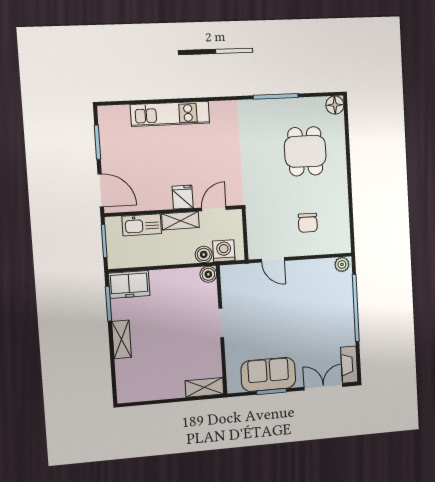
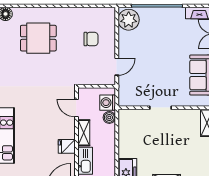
fridge: (183, 197) -> (67, 146), moved
plant: (342, 264) -> (129, 20), width x1.88, depth x1.88
boiler: (208, 274) -> (124, 115), removed

